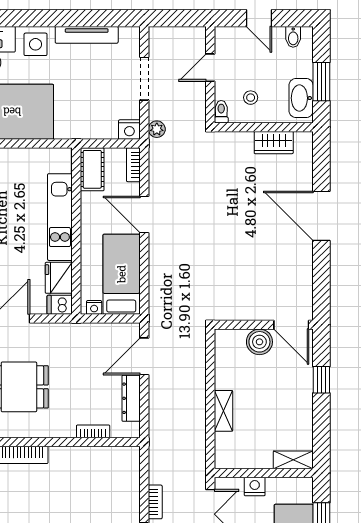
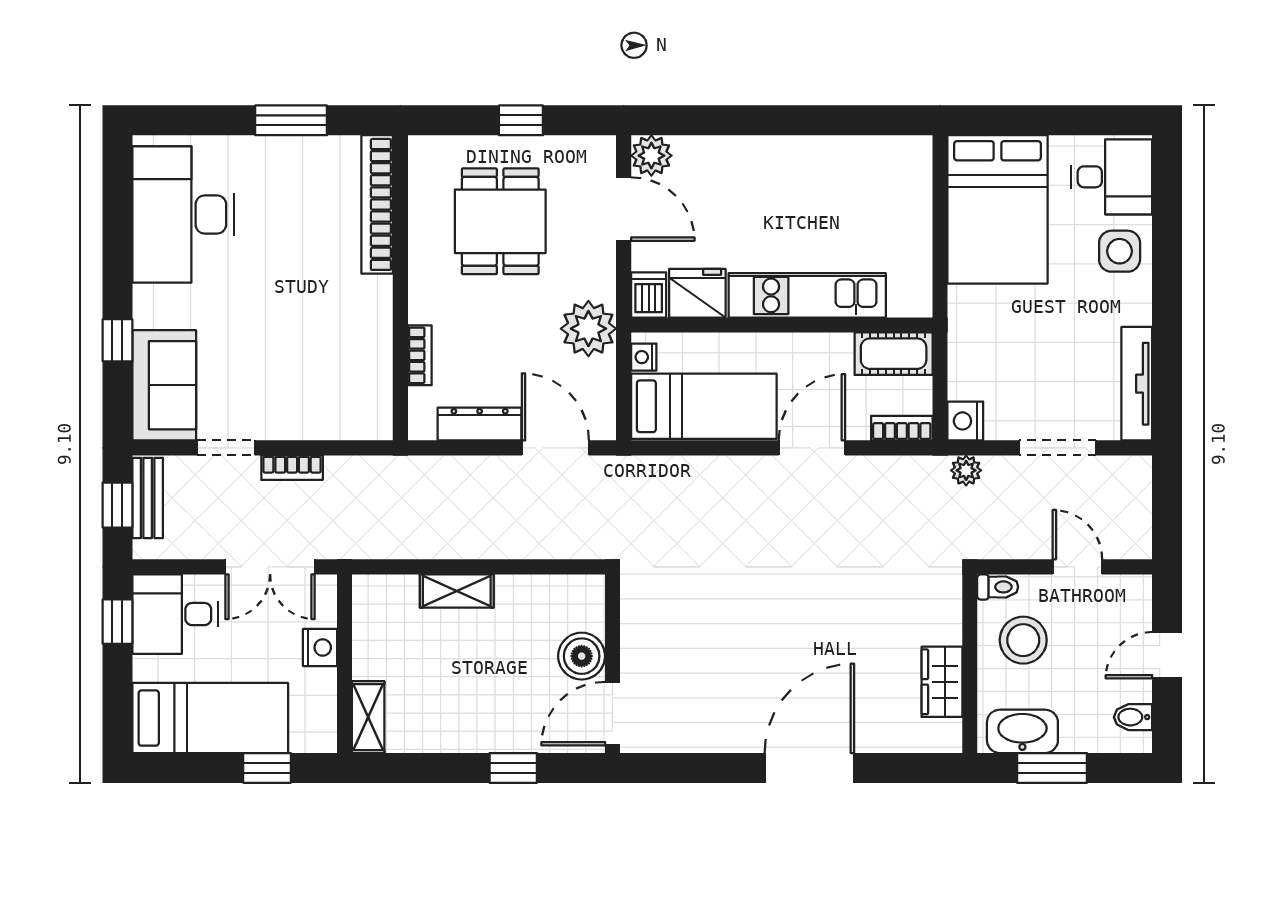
tv unit: (87, 35) -> (1137, 384), moved
stool: (251, 98) -> (1023, 640), width x1.89, depth x1.89
plant: (78, 338) -> (588, 329), added

